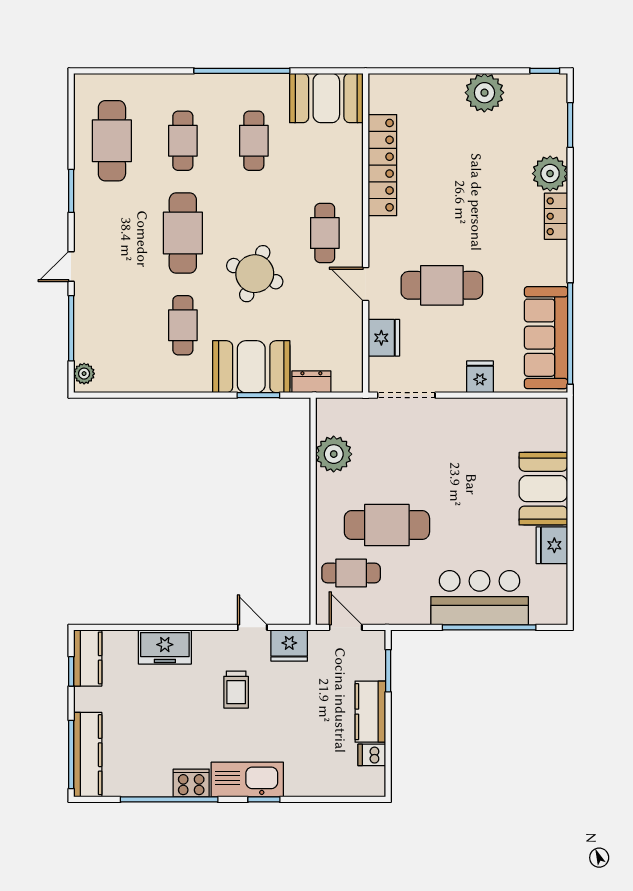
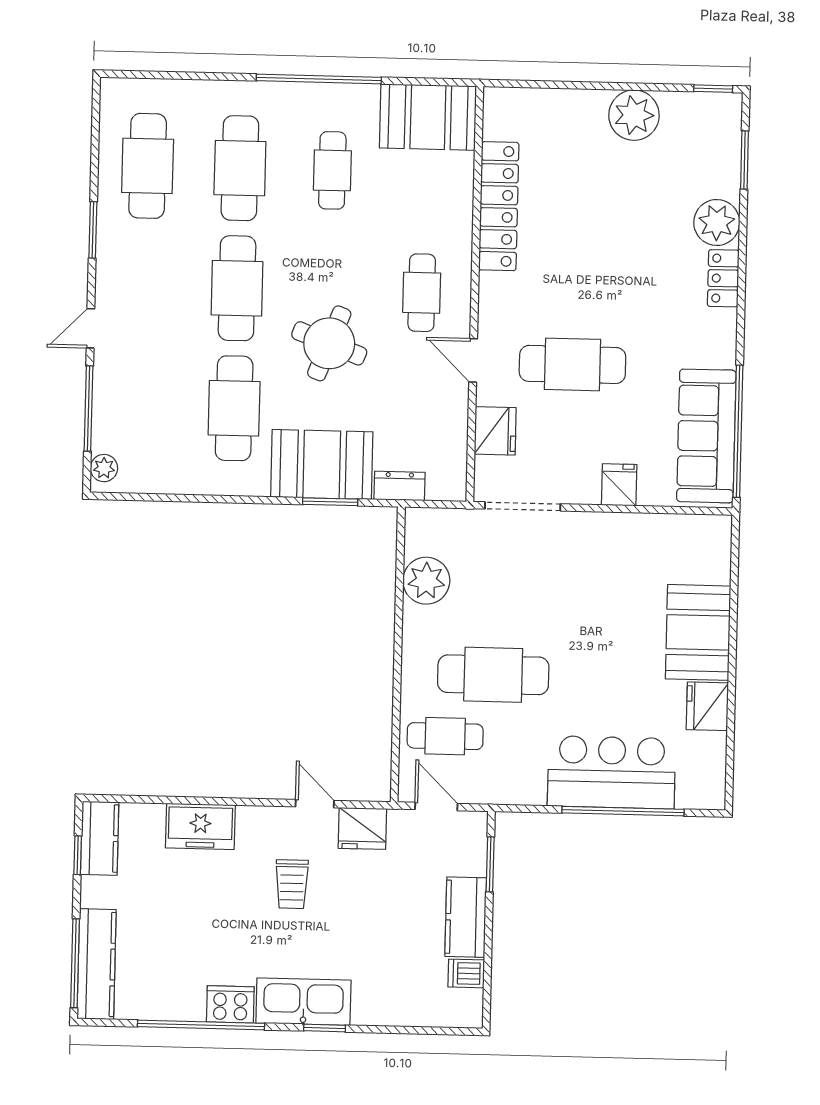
cafe table: (183, 141) -> (240, 168), width x1.37, depth x1.35
cafe table: (183, 325) -> (234, 408), width x1.37, depth x1.35

